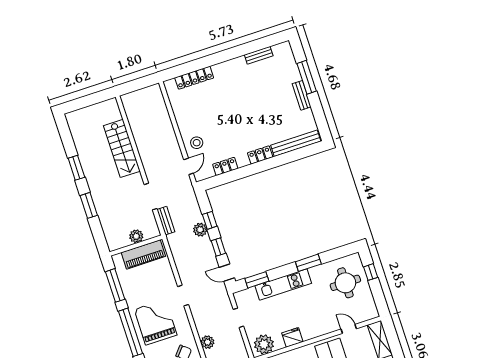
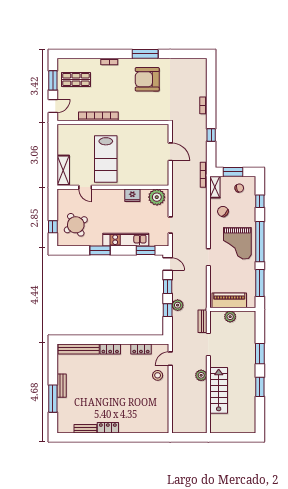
locker: (194, 78) -> (108, 428), moved, width x0.66
round table: (345, 283) -> (76, 225), turned -31
plant: (207, 342) -> (201, 375), moved

